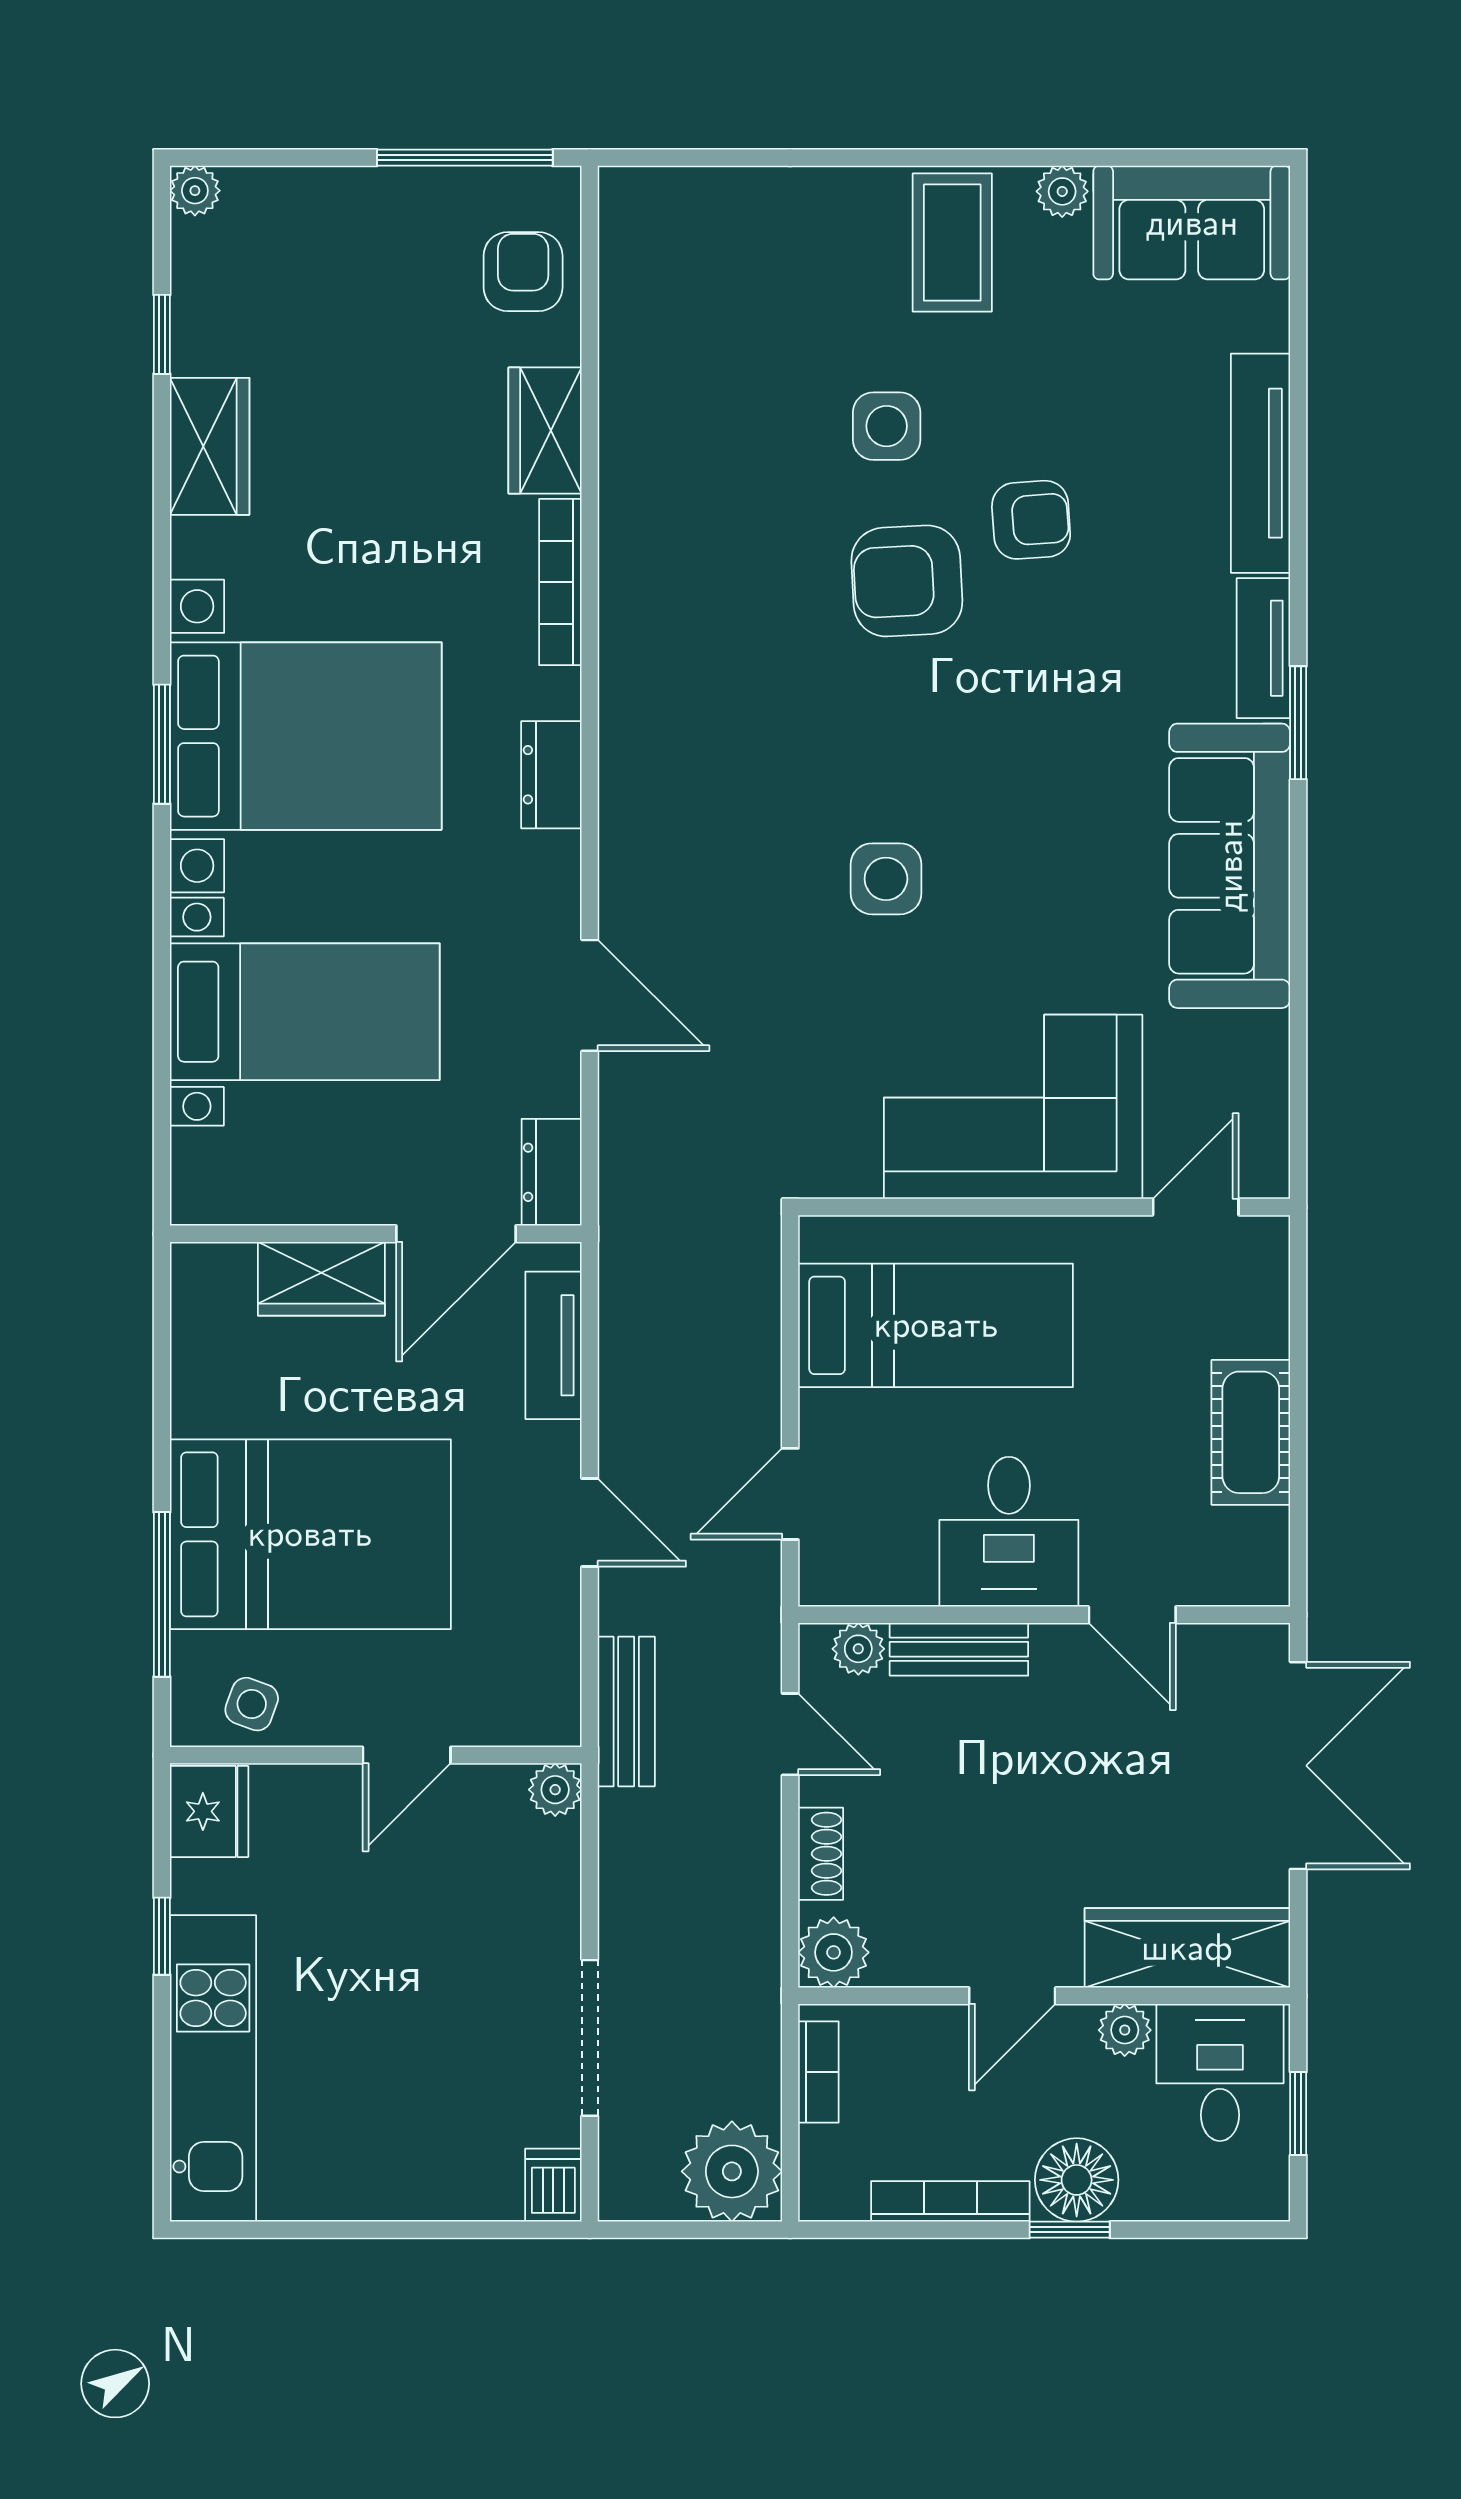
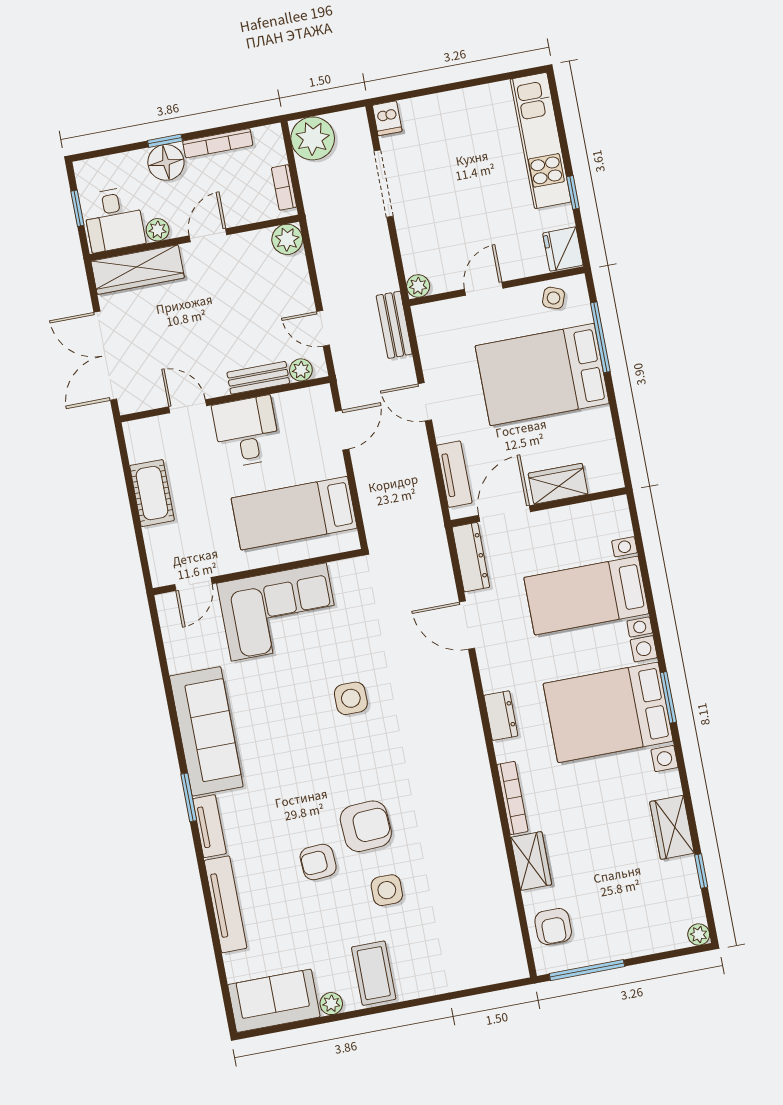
dresser: (552, 1172) -> (471, 557), width x1.44
shoe rack: (821, 1854) -> (300, 280), removed

